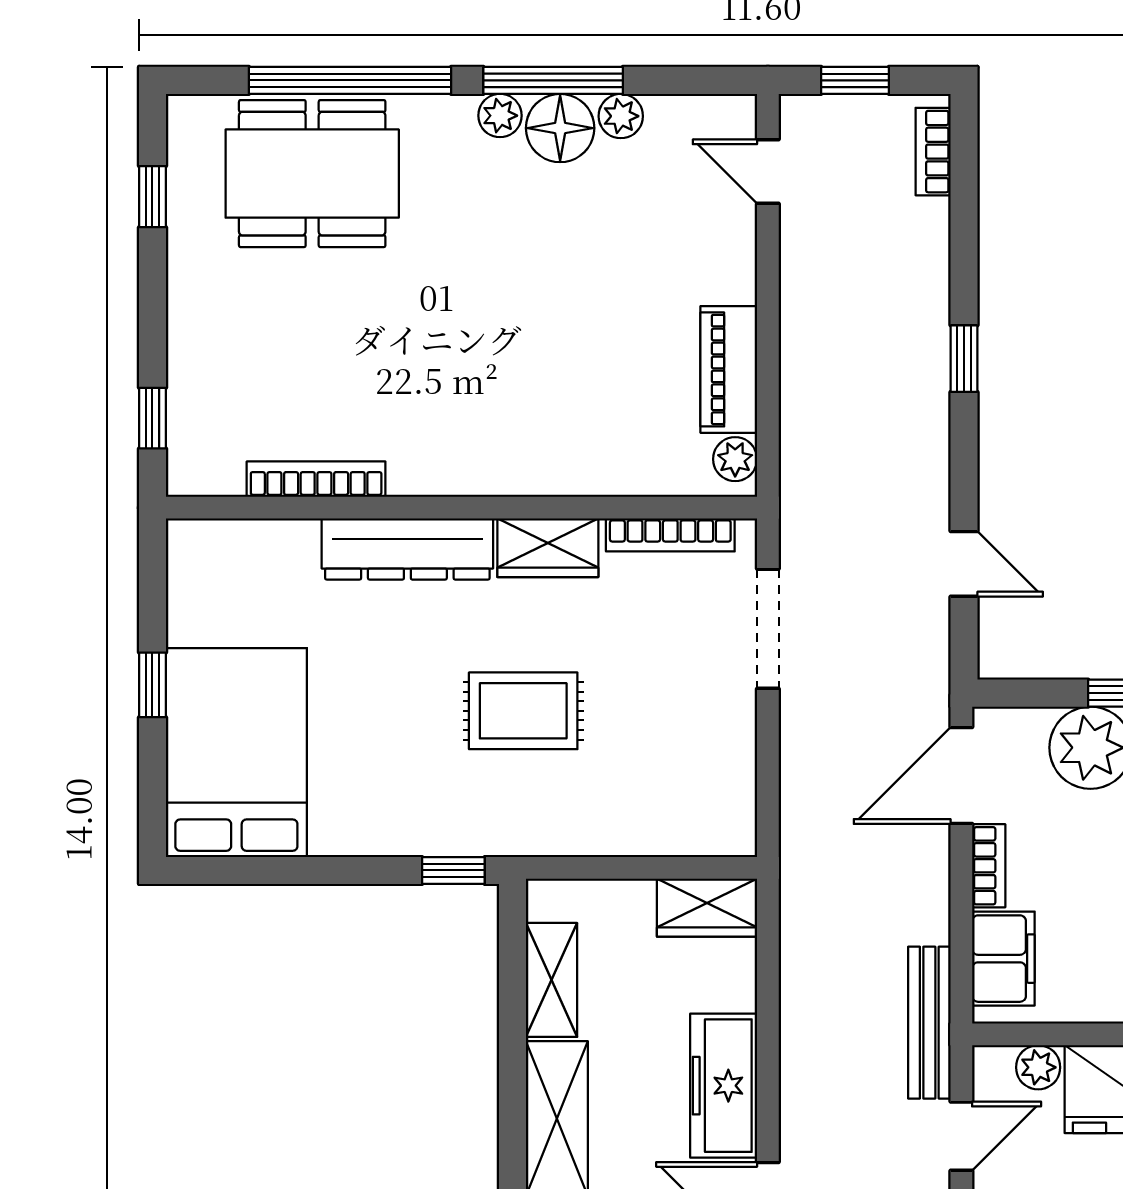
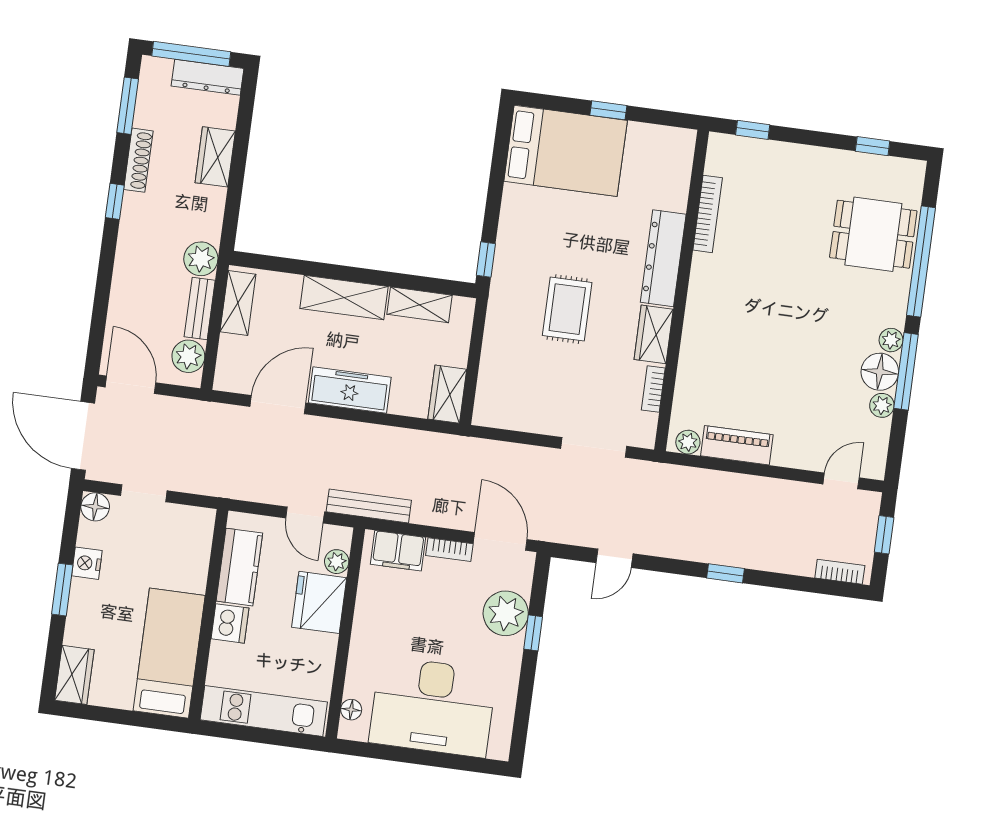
dining table: (312, 174) -> (873, 234), width x0.73
bookcase: (670, 535) -> (653, 389), width x0.64

